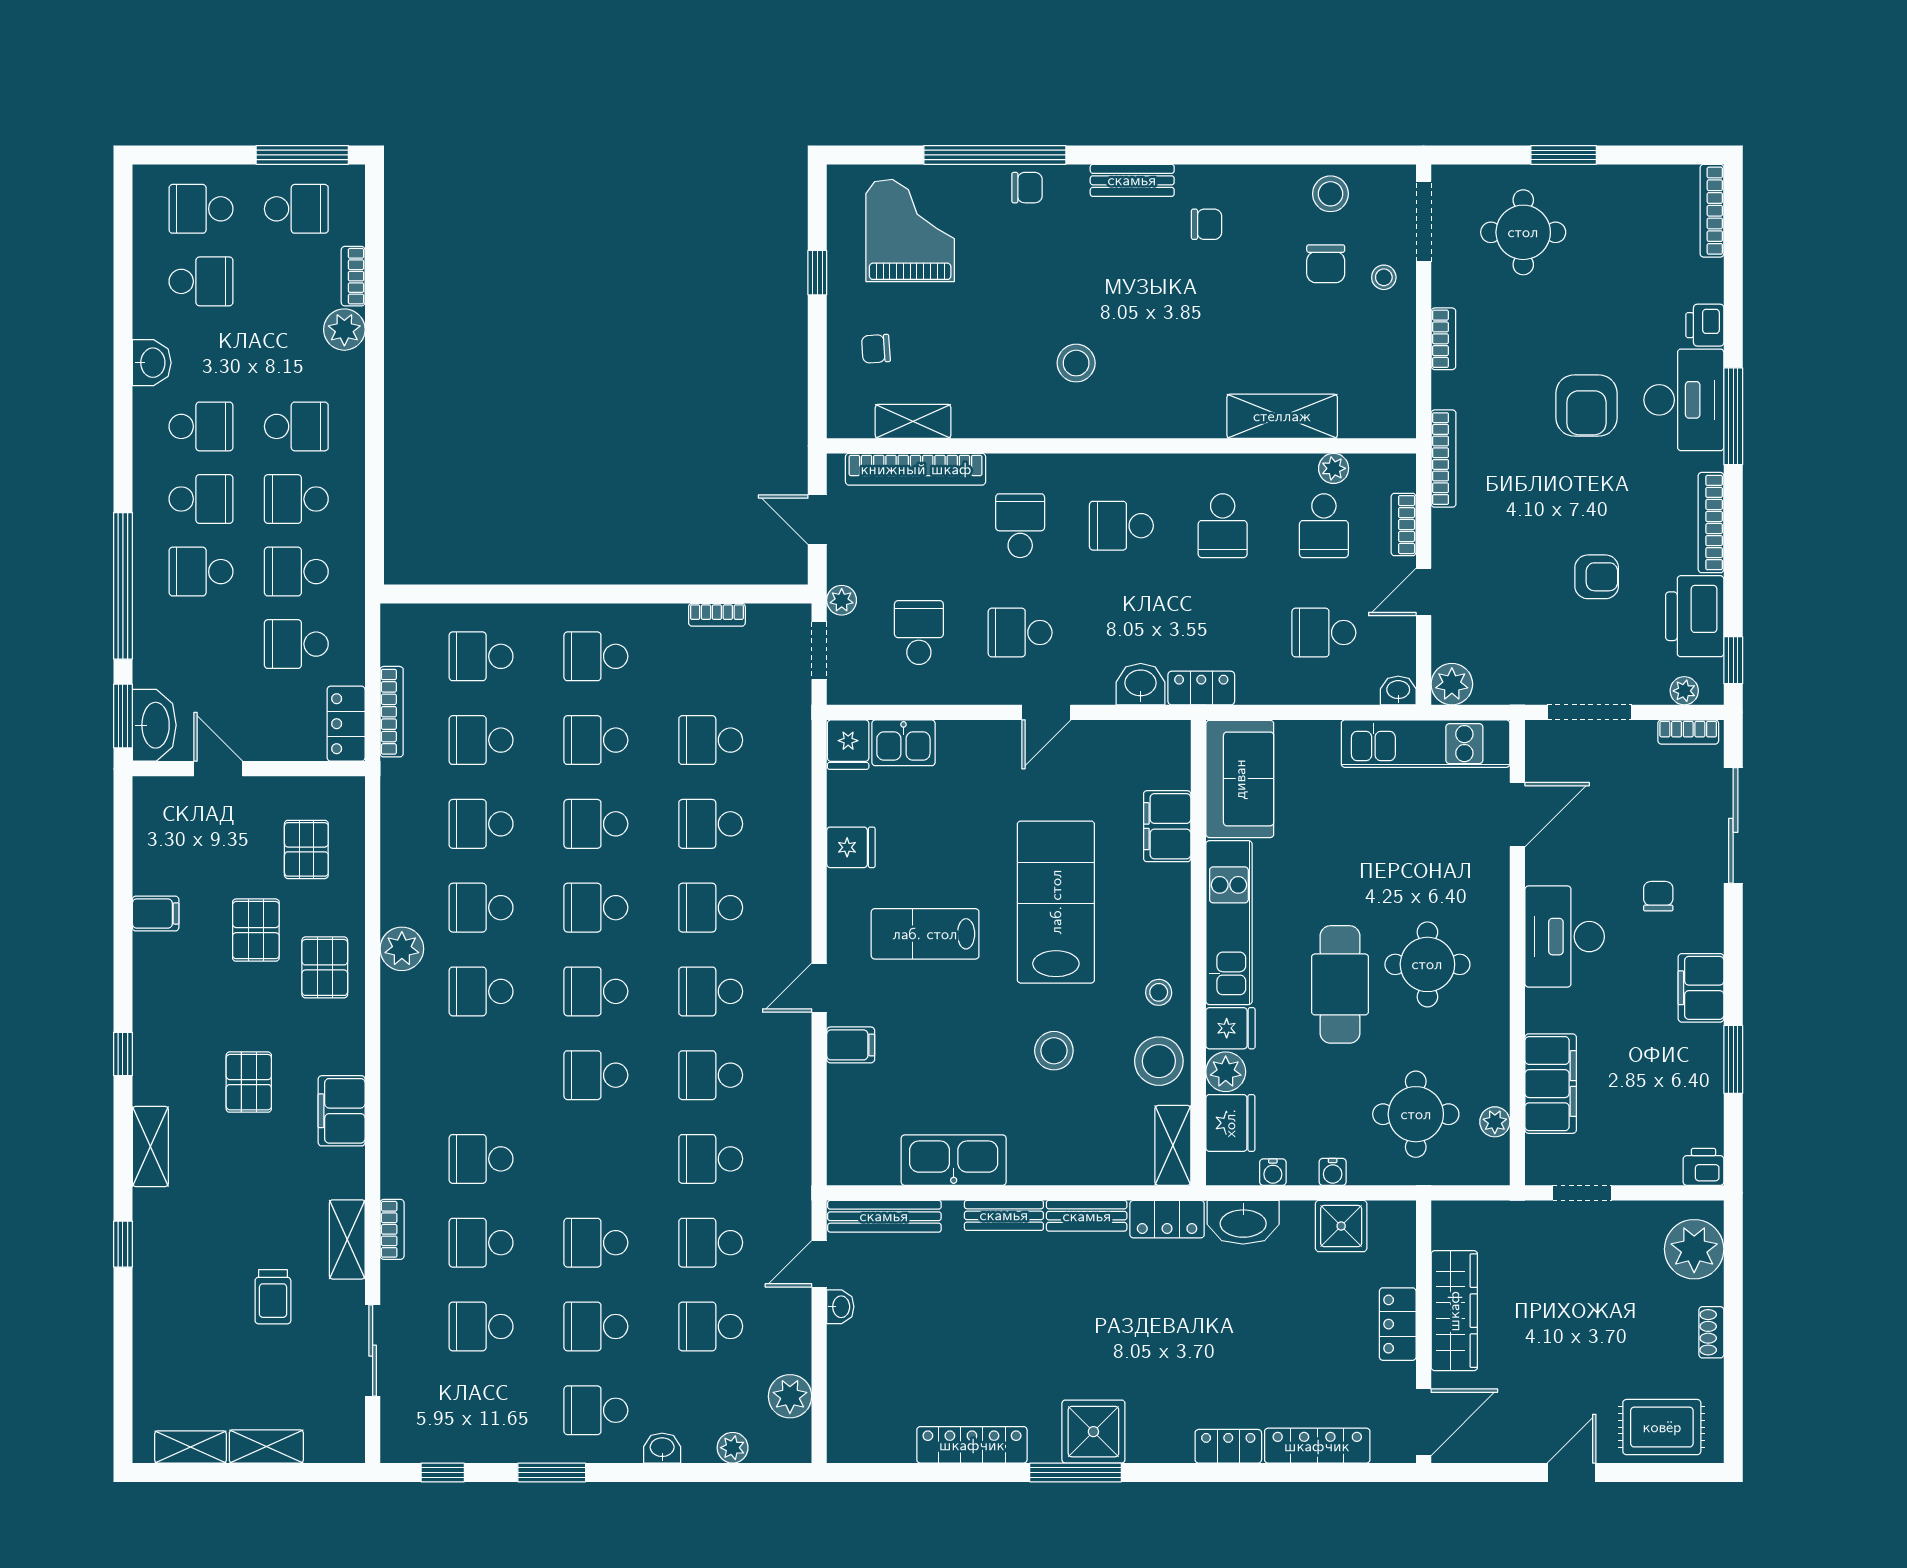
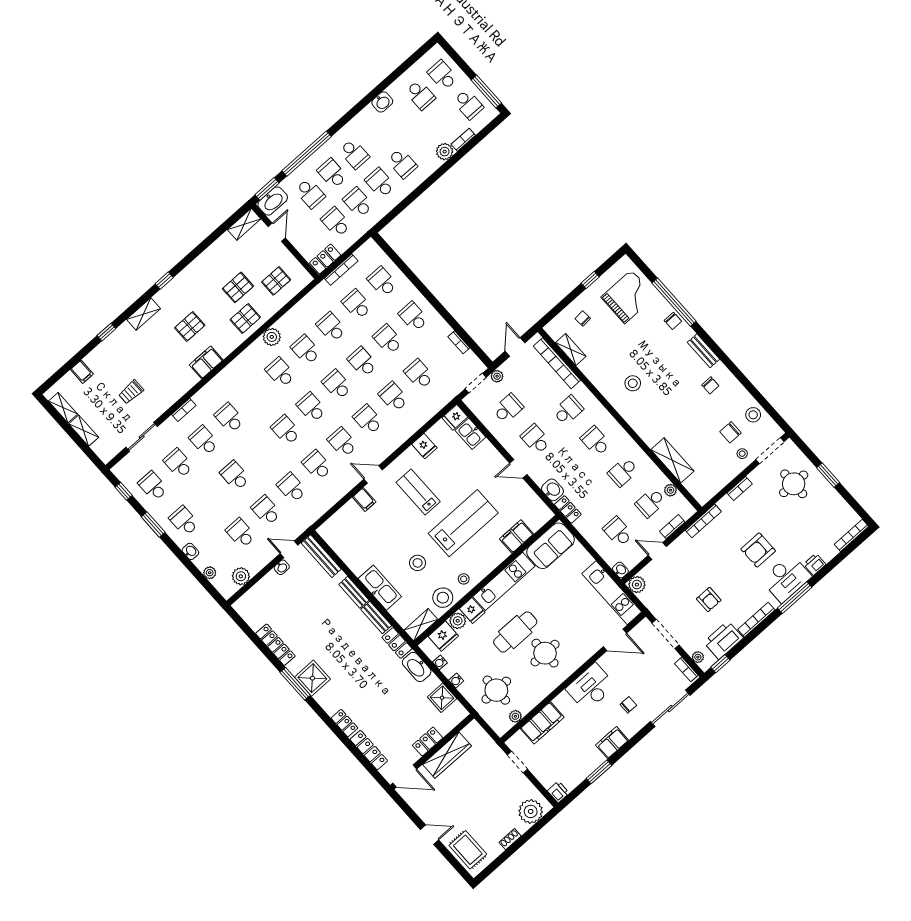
school desk: (201, 426) -> (310, 193), moved
filing cabinet: (156, 914) -> (82, 372), moved
kitchen sink: (954, 1160) -> (380, 588), moved
shelving: (347, 1239) -> (244, 224), moved
school desk: (596, 1326) -> (153, 486), moved

